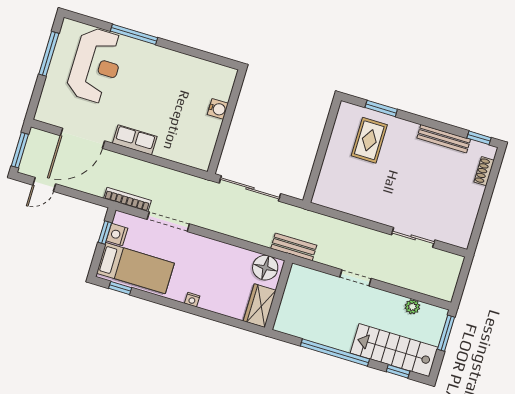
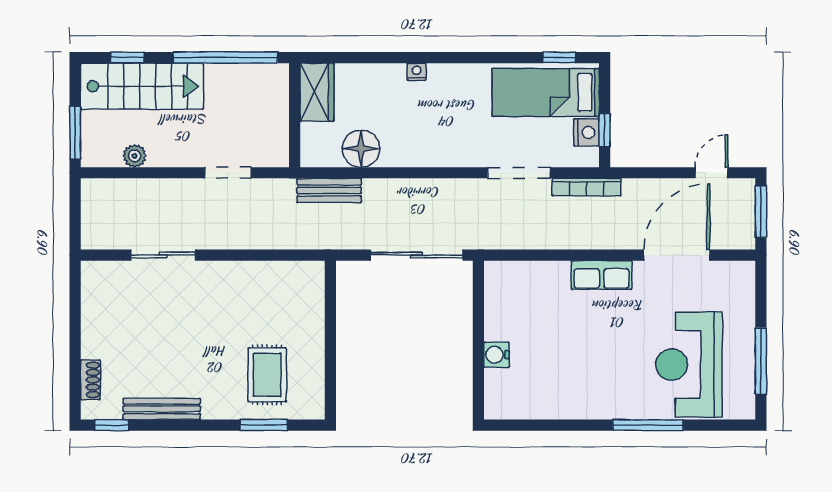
wall: (279, 295) -> (295, 115), moved
nightstand: (192, 300) -> (417, 72), moved
wardrobe: (260, 306) -> (317, 92), moved

